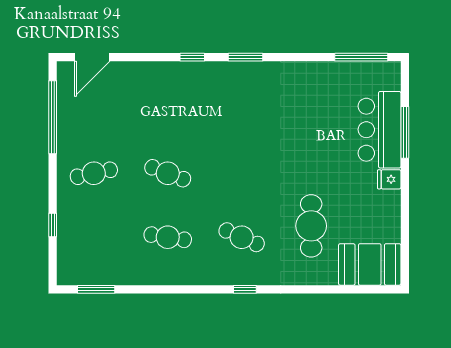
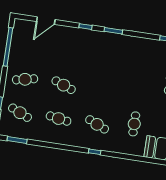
door: (92, 57) -> (46, 21), moved
cafe table: (311, 226) -> (134, 124), width x0.73, depth x0.74
cafe table: (94, 237) -> (20, 113), added

